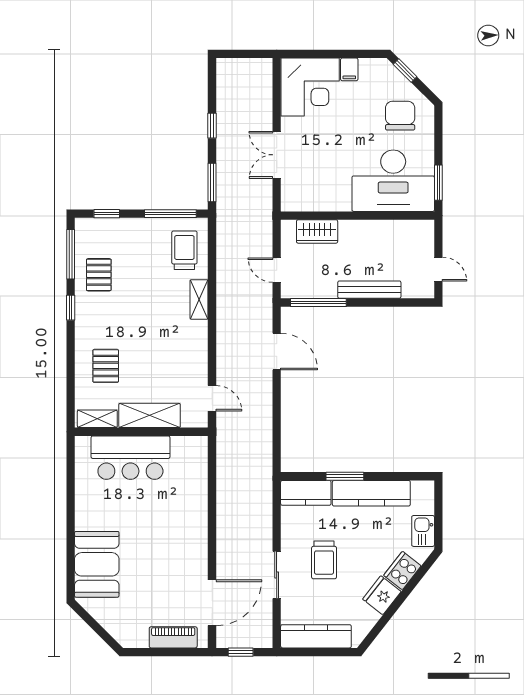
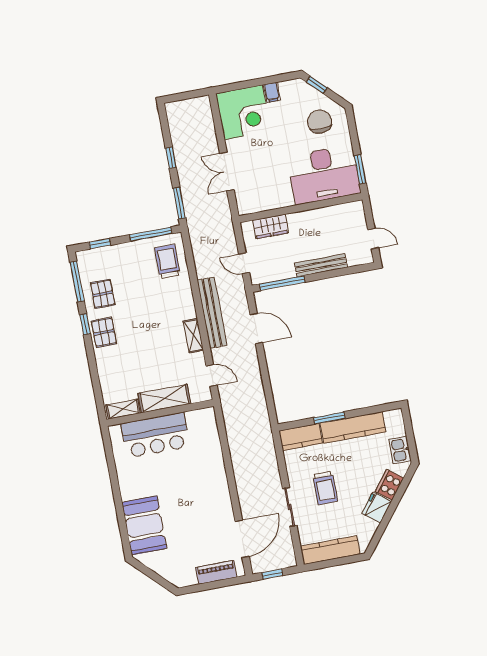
shelving: (199, 299) -> (193, 336), moved
bench: (227, 322) -> (212, 313), added
pallet: (106, 366) -> (104, 332), moved

